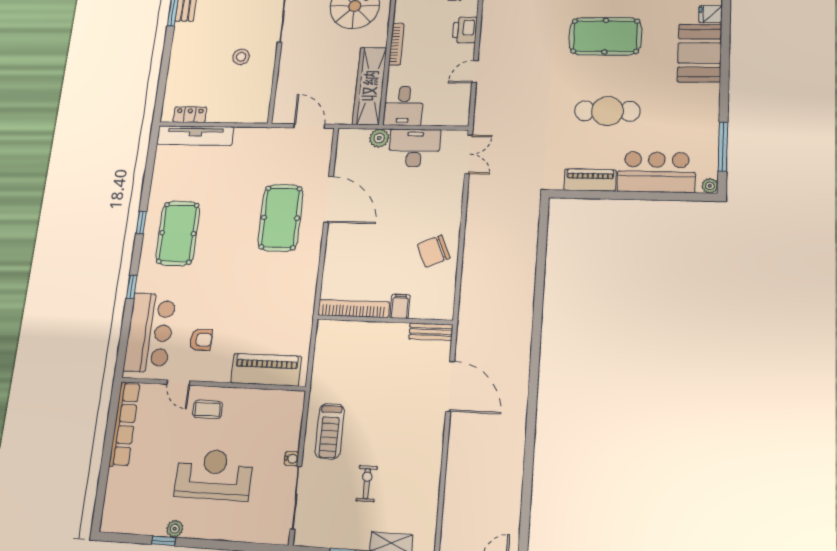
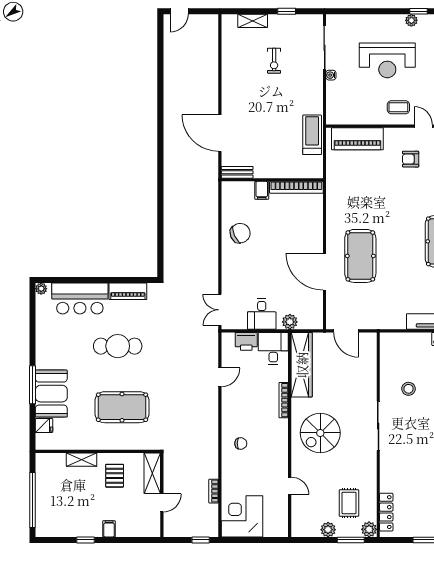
printer: (465, 30) -> (246, 341), moved, turned 90
window: (723, 147) -> (33, 385), moved
desk: (414, 148) -> (262, 314), width x0.73
treadmill: (330, 431) -> (312, 135), moved

